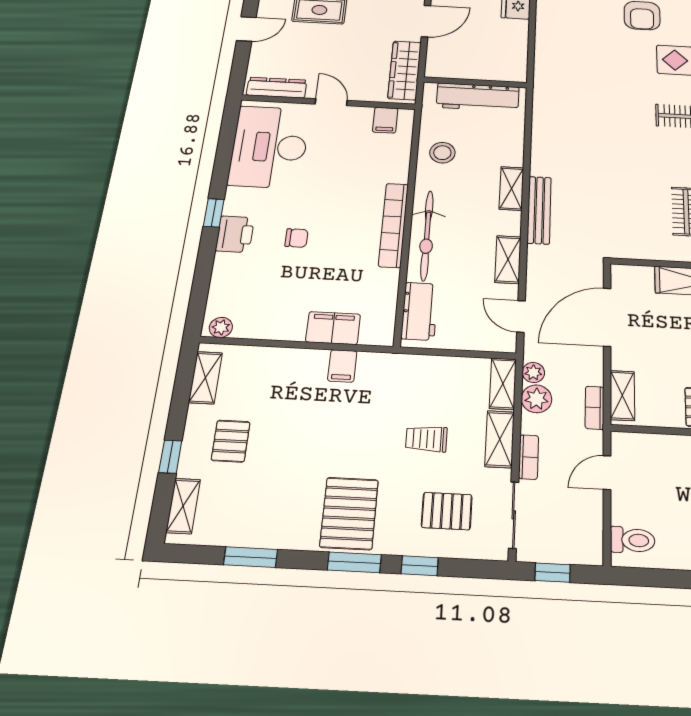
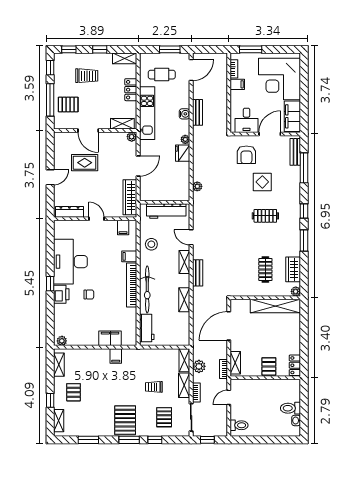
desk: (269, 147) -> (70, 262), moved
filing cabinet: (393, 172) -> (129, 256), added
bench: (539, 210) -> (198, 273), width x0.73
door: (521, 316) -> (191, 237), moved
plant: (533, 372) -> (197, 186), moved
pallet: (447, 511) -> (164, 417), turned 90

